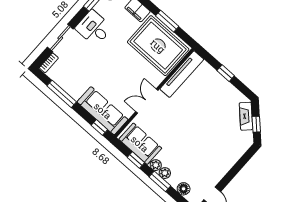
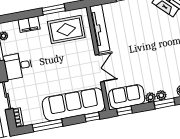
rug: (158, 46) -> (66, 30), width x0.73, depth x0.69
double door: (147, 101) -> (100, 68), swing flipped
sofa: (103, 111) -> (74, 104), width x1.36, depth x1.27
window: (136, 160) -> (125, 111), moved

